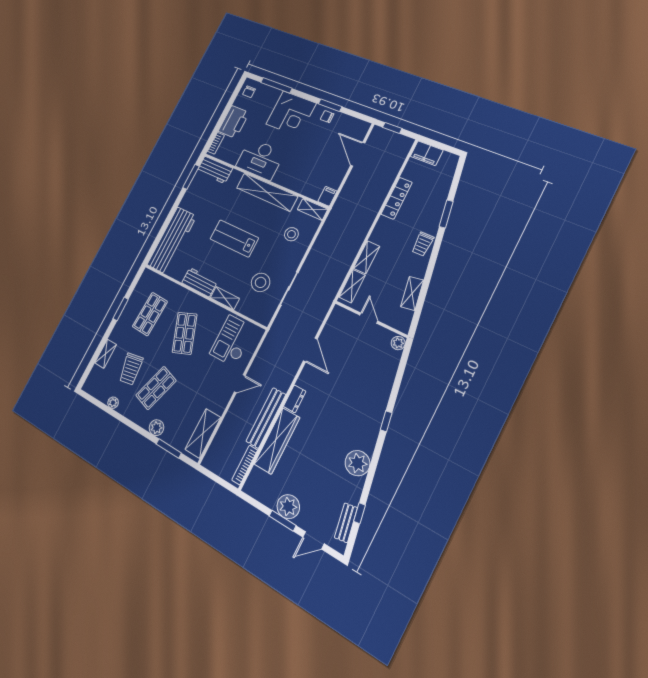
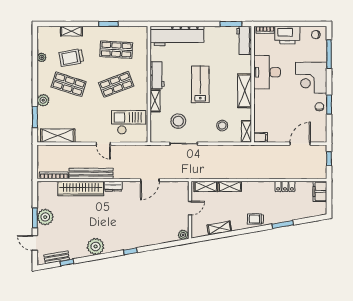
shelving: (267, 192) -> (245, 91), width x0.68
locker: (397, 198) -> (285, 186), width x0.66

